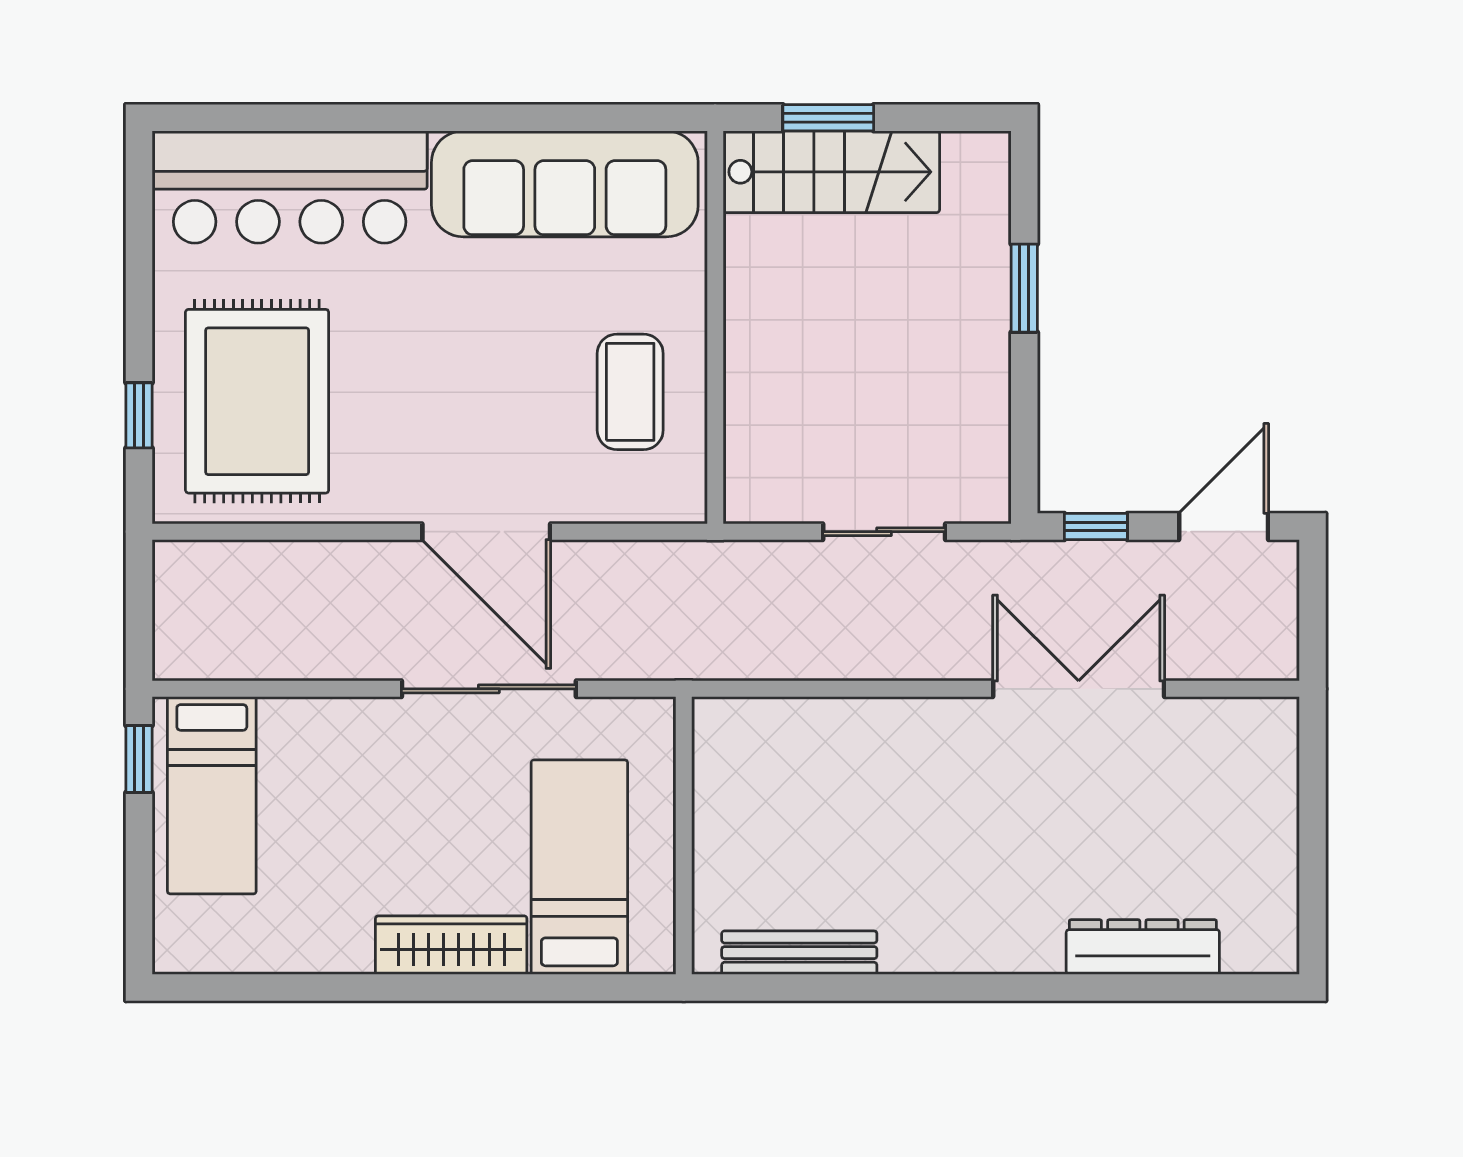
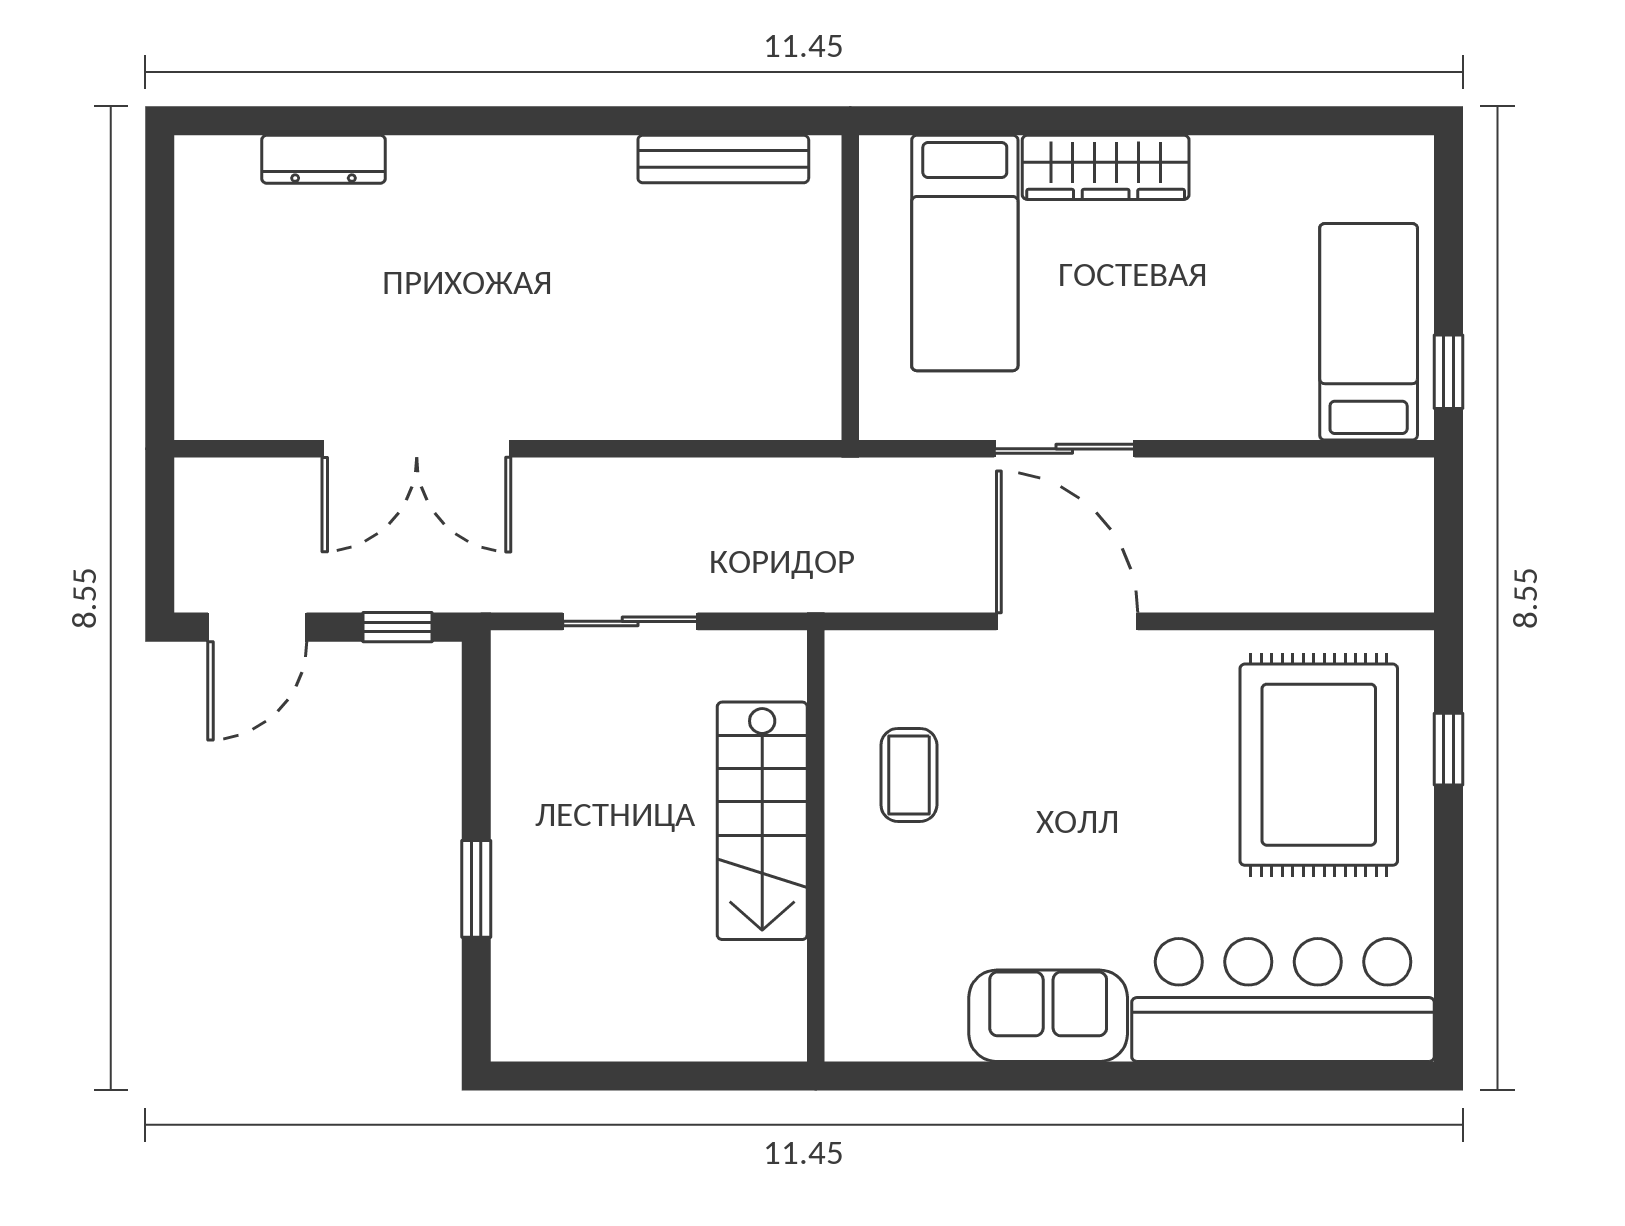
window: (828, 118) -> (692, 1076), removed
stairs: (831, 172) -> (762, 821), moved, turned -90
sofa: (565, 184) -> (1048, 1016), width x0.54, depth x0.79
coffee table: (630, 392) -> (909, 775), width x0.73, depth x0.77
sliding door: (489, 689) -> (1064, 449), width x0.73
dresser: (1143, 947) -> (323, 159), width x0.73, depth x0.80

